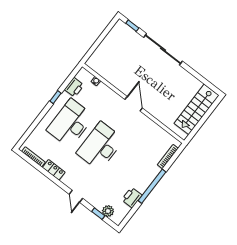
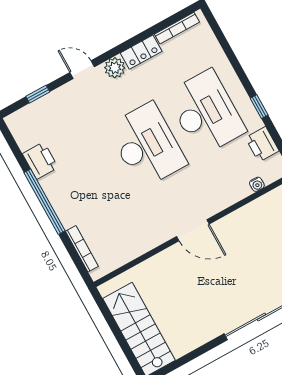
plant: (108, 211) -> (115, 68), moved

